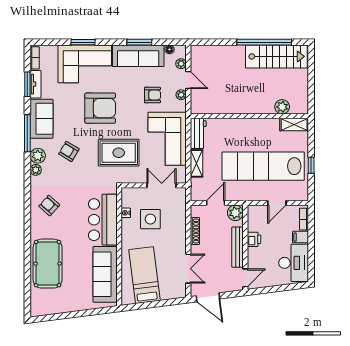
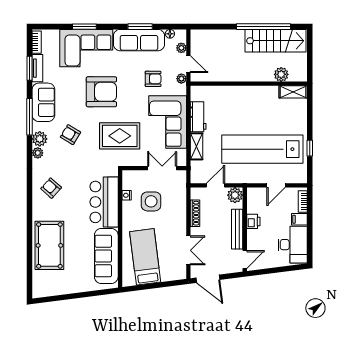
plant: (282, 107) -> (281, 74), moved
wall: (249, 116) -> (249, 84), moved
shelving: (294, 125) -> (293, 92), moved

